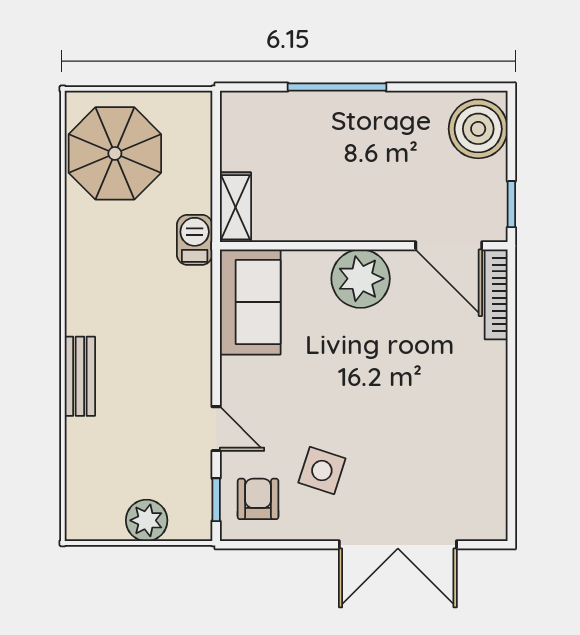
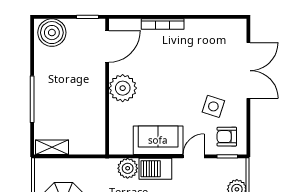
shelving: (235, 207) -> (52, 147), moved
barbecue: (195, 240) -> (155, 169), moved, width x1.38, depth x1.27
plant: (191, 289) -> (128, 168), added
bookcase: (496, 294) -> (163, 24), moved
sofa: (250, 302) -> (158, 140), moved

